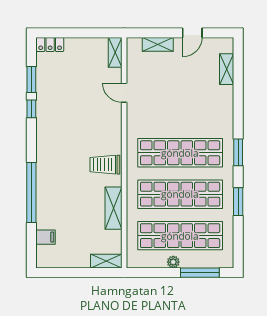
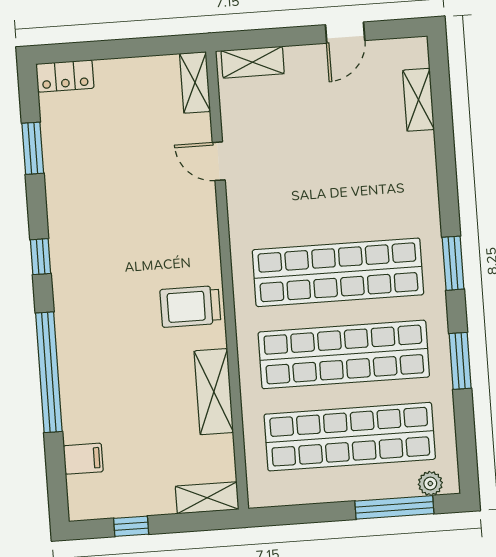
shelving: (158, 44) -> (253, 62), moved
window: (31, 109) -> (41, 257), moved
plant: (173, 262) -> (430, 483), moved
window: (67, 273) -> (131, 526), added

